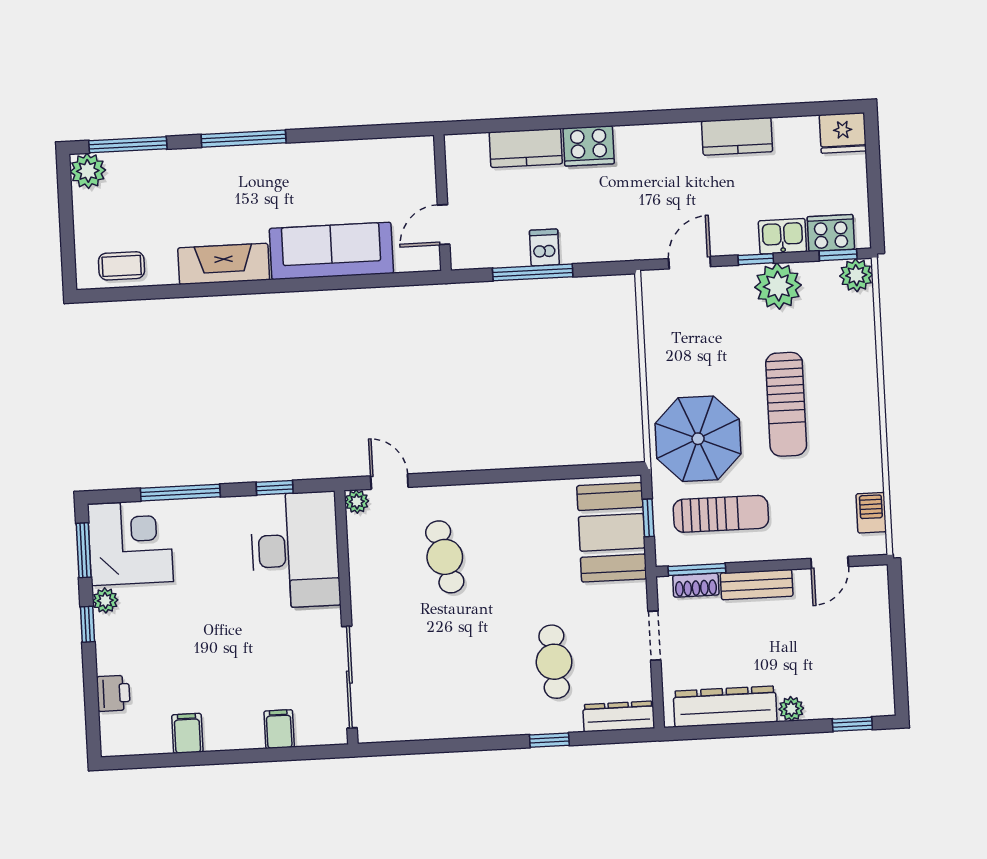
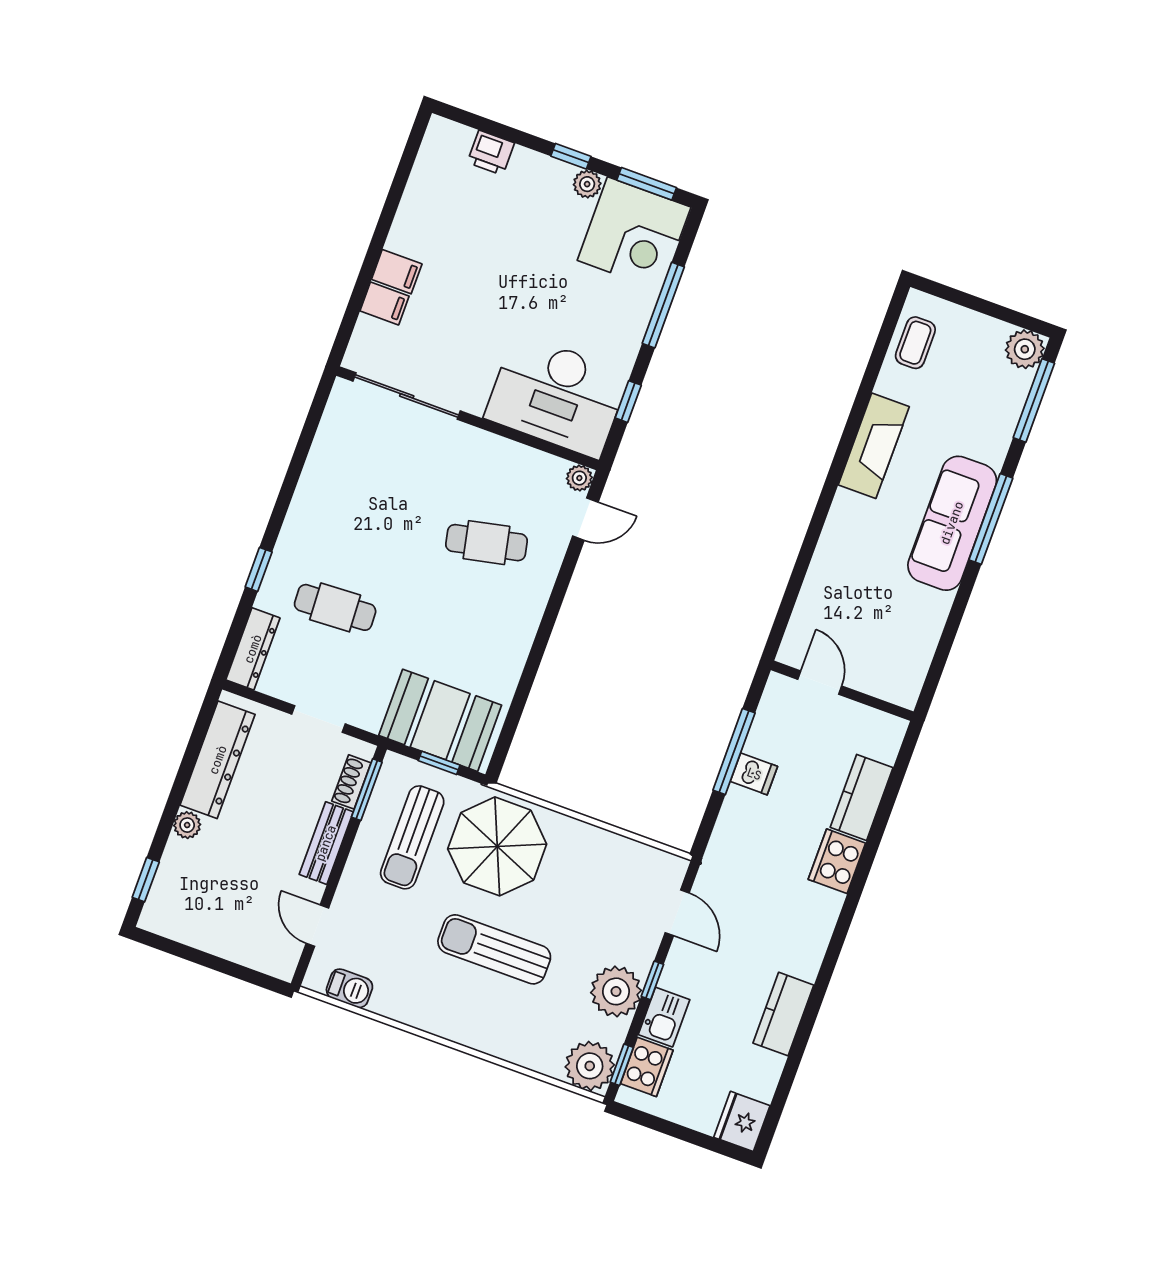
sofa: (331, 251) -> (952, 523), moved, turned 180
plant: (856, 275) -> (590, 1066), width x1.36, depth x1.36
filing cabinet: (187, 733) -> (397, 272), moved

